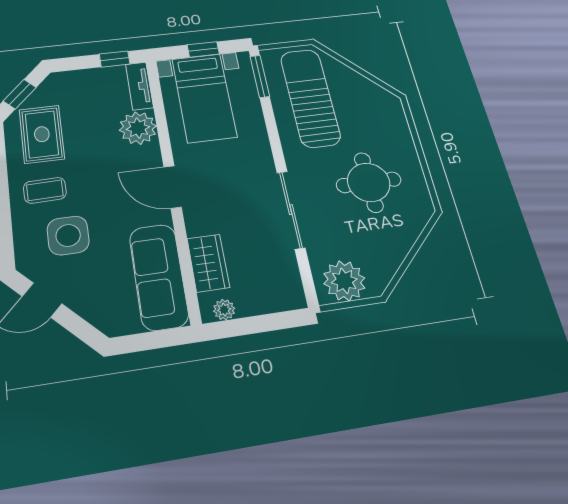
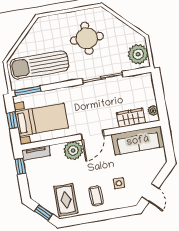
plant: (138, 128) -> (73, 151), moved
rug: (42, 134) -> (66, 200), turned 90
side table: (68, 235) -> (119, 183), width x0.54, depth x0.54

